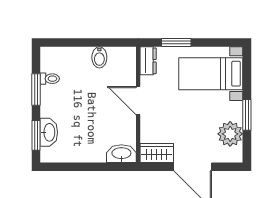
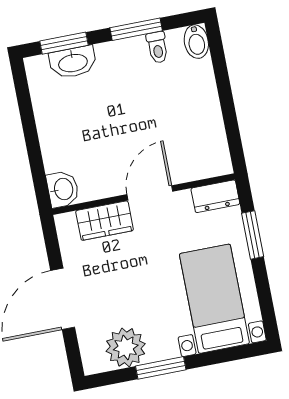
bidet: (99, 57) -> (196, 42), moved, turned -90
wardrobe: (157, 153) -> (105, 221), moved, turned 90
washbasin: (121, 154) -> (63, 189), width x0.72

